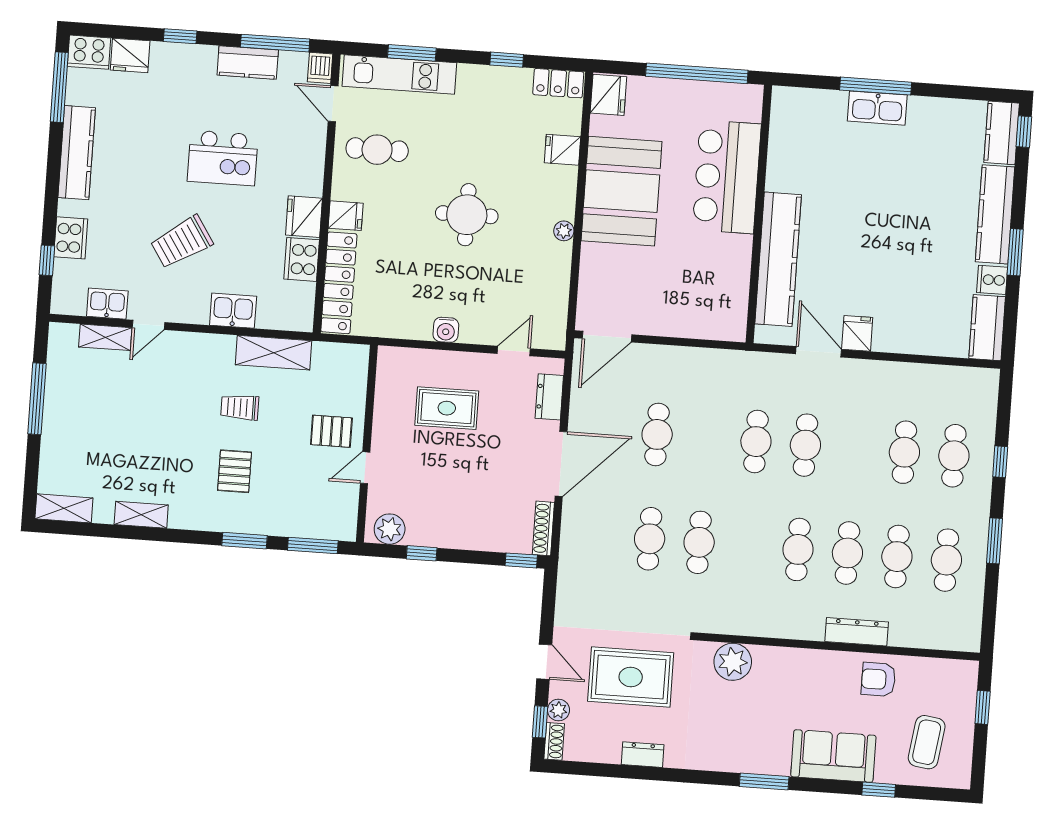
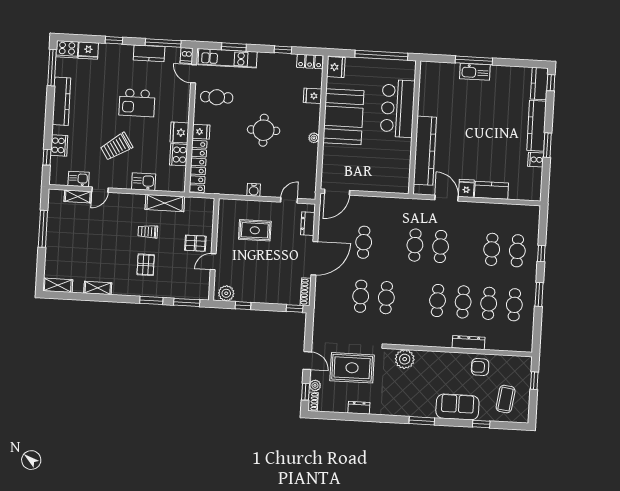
kitchen counter: (987, 328) -> (491, 190), moved, turned 90

